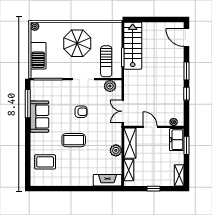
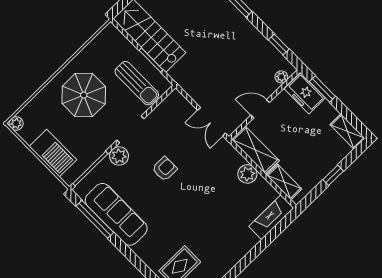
plant: (110, 86) -> (119, 156), moved
window: (187, 94) -> (279, 45), moved
sofa: (39, 117) -> (116, 214), width x1.36
coffee table: (74, 140) -> (188, 209), removed

